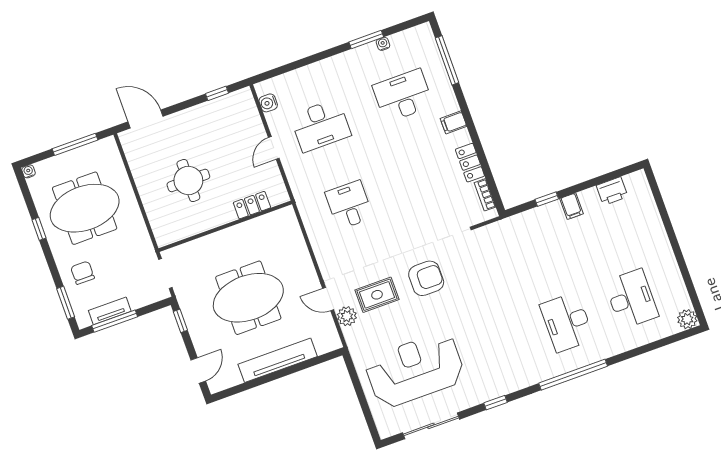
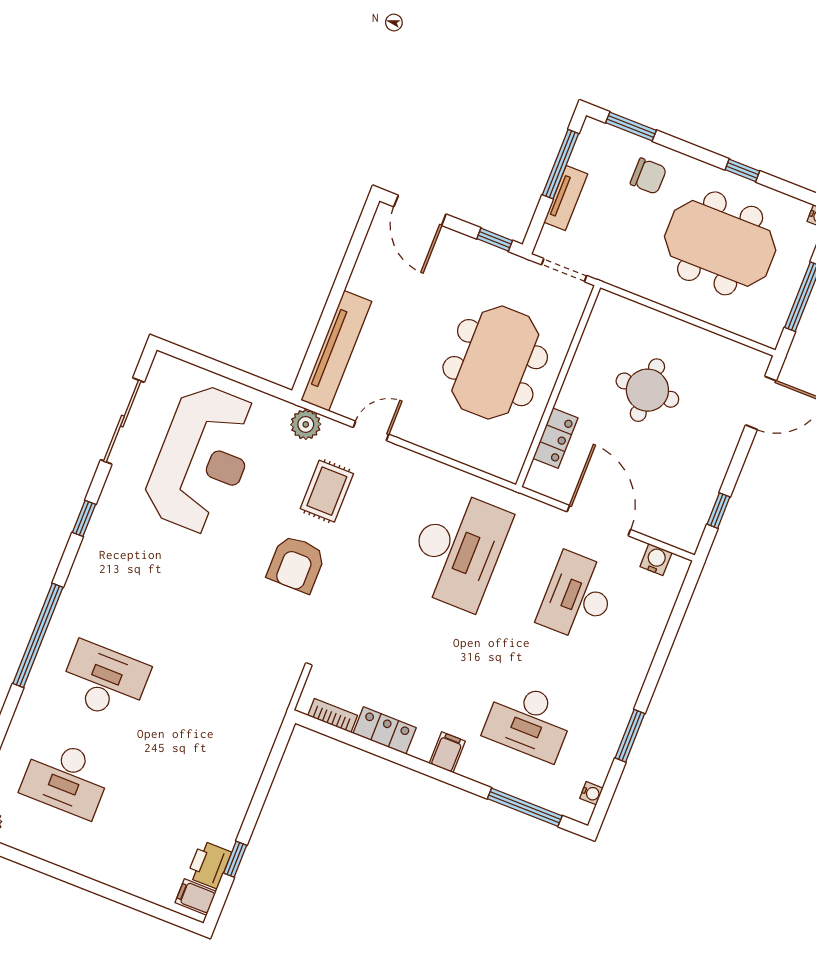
water cooler: (383, 44) -> (591, 793), moved
desk: (403, 96) -> (529, 721), turned 90
door: (274, 148) -> (599, 521), width x1.88
window: (547, 199) -> (235, 859), moved
desk: (349, 205) -> (458, 550), width x1.87, depth x1.30
filing cabinet: (572, 206) -> (196, 897), moved
meeting table: (85, 208) -> (720, 243), turned 90
meeting table: (248, 298) -> (495, 363), moved
tv unit: (110, 311) -> (566, 198), moved
plant: (347, 316) -> (306, 424), moved
tv unit: (278, 360) -> (336, 351), moved
door: (198, 370) -> (420, 210), width x1.38

